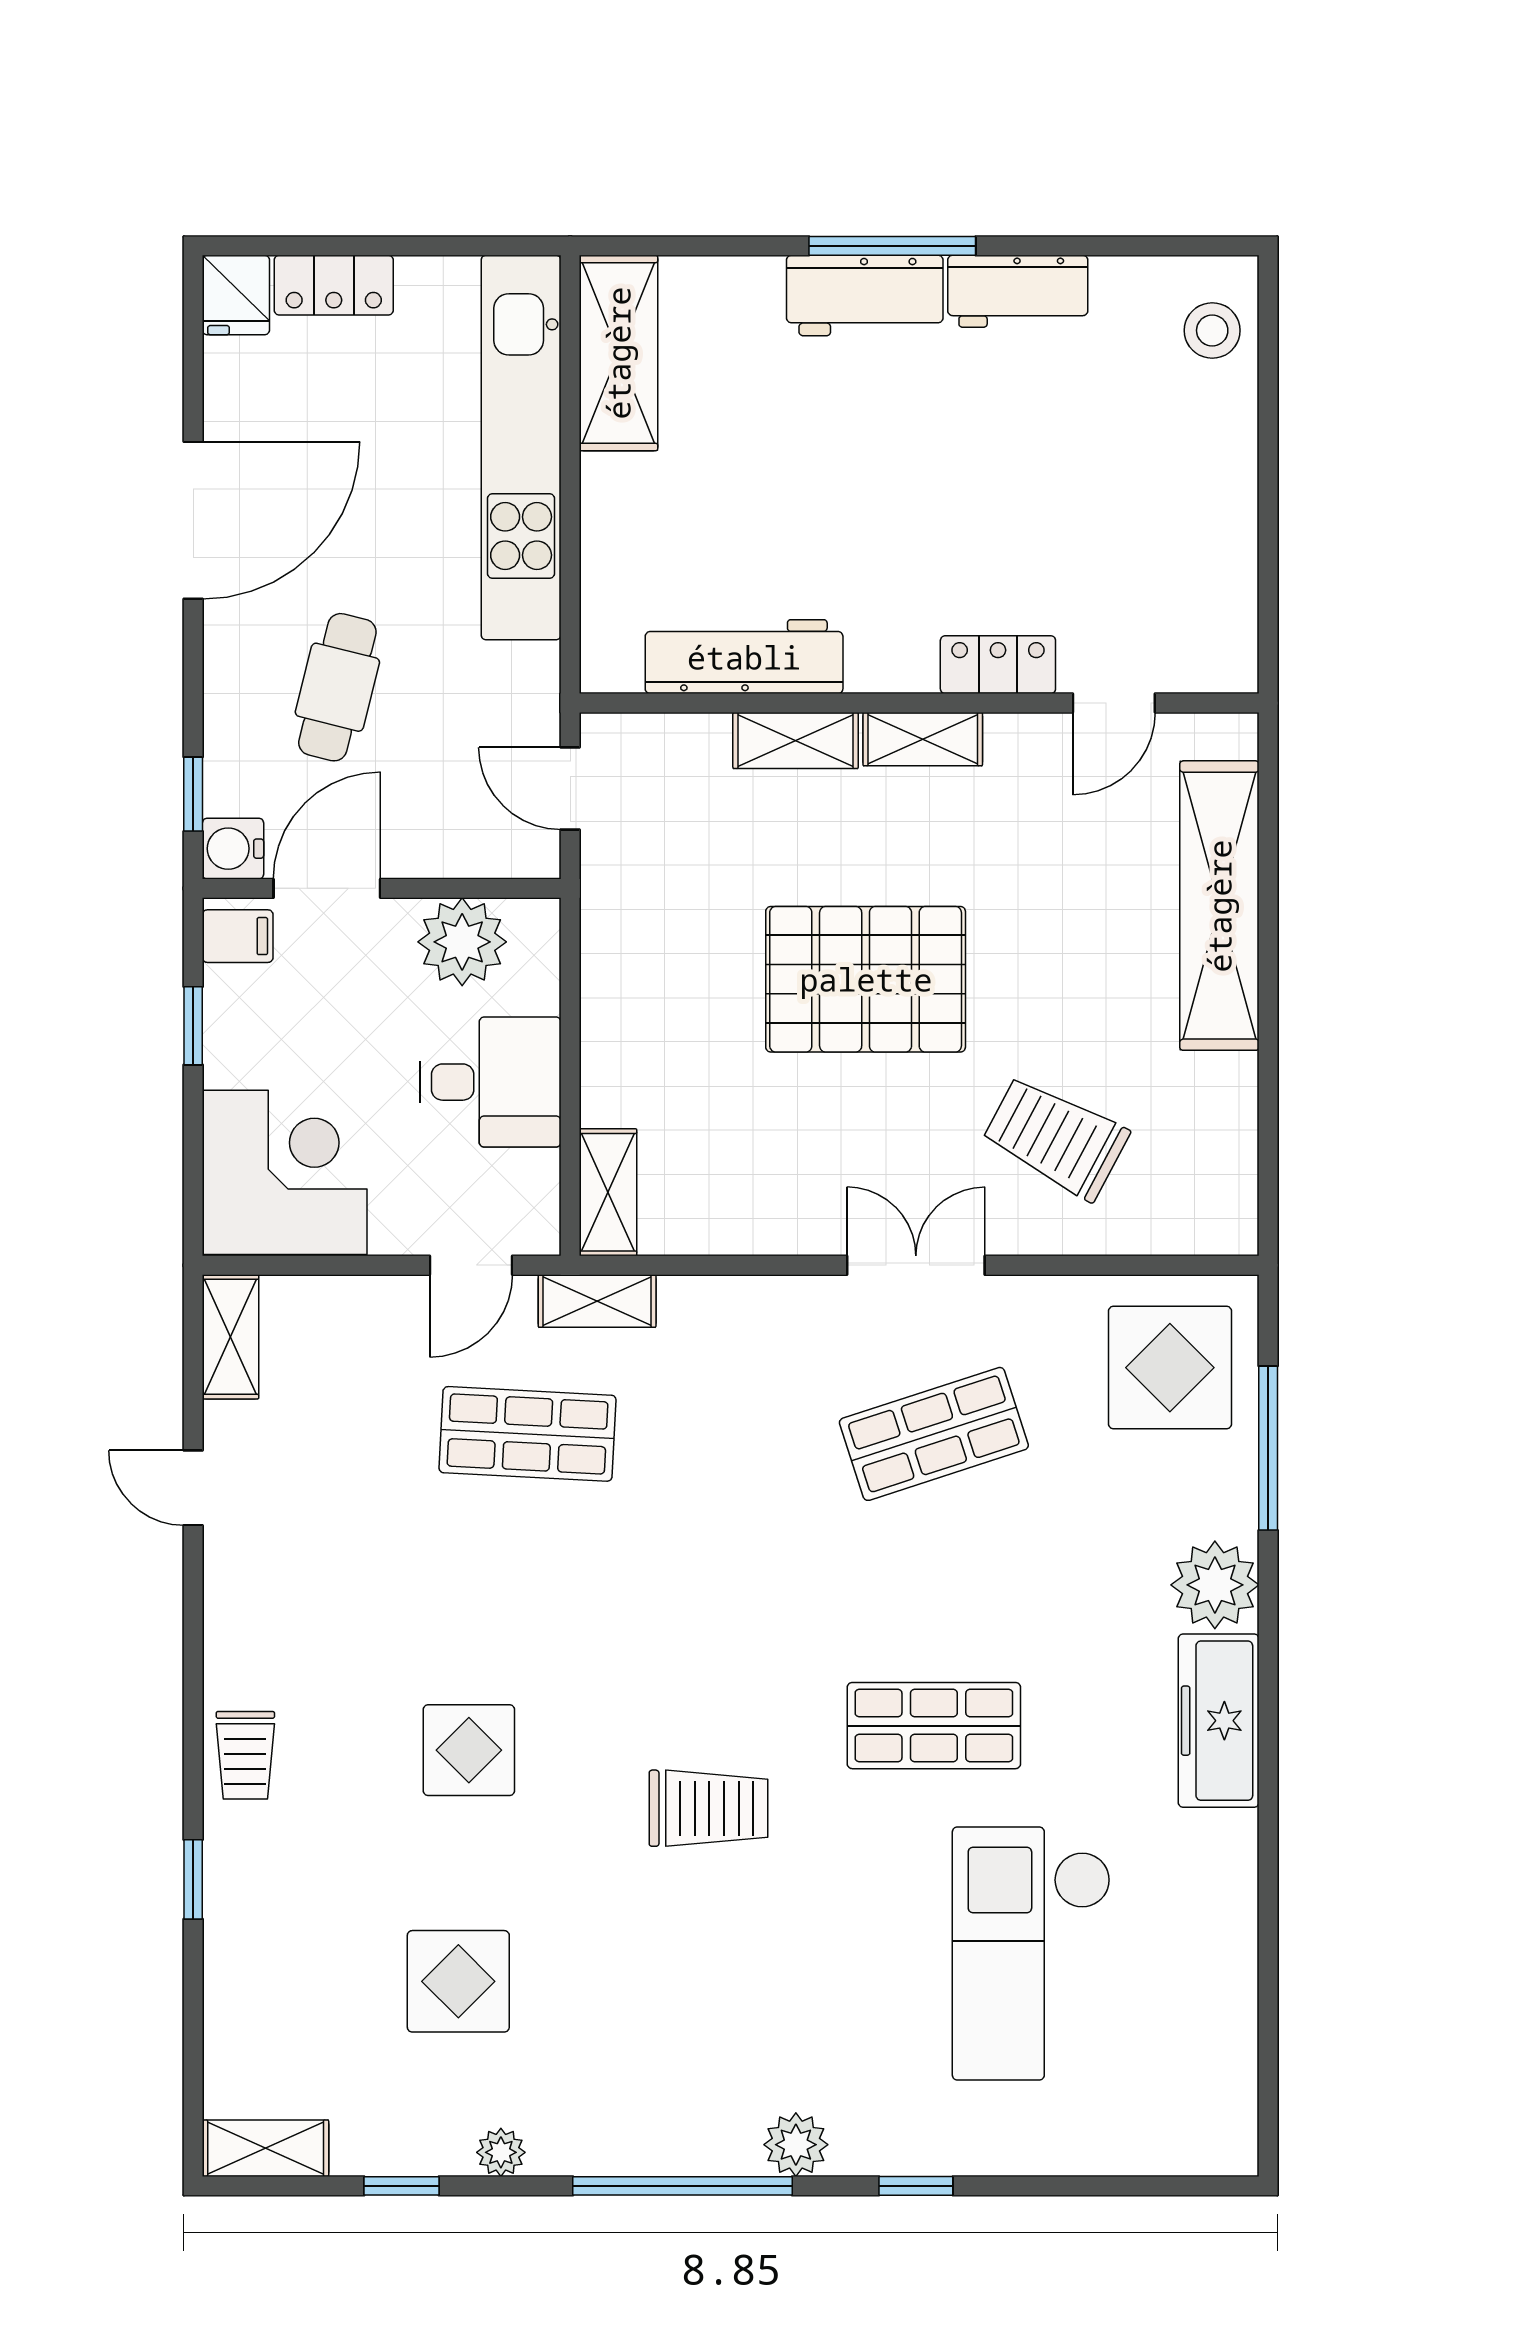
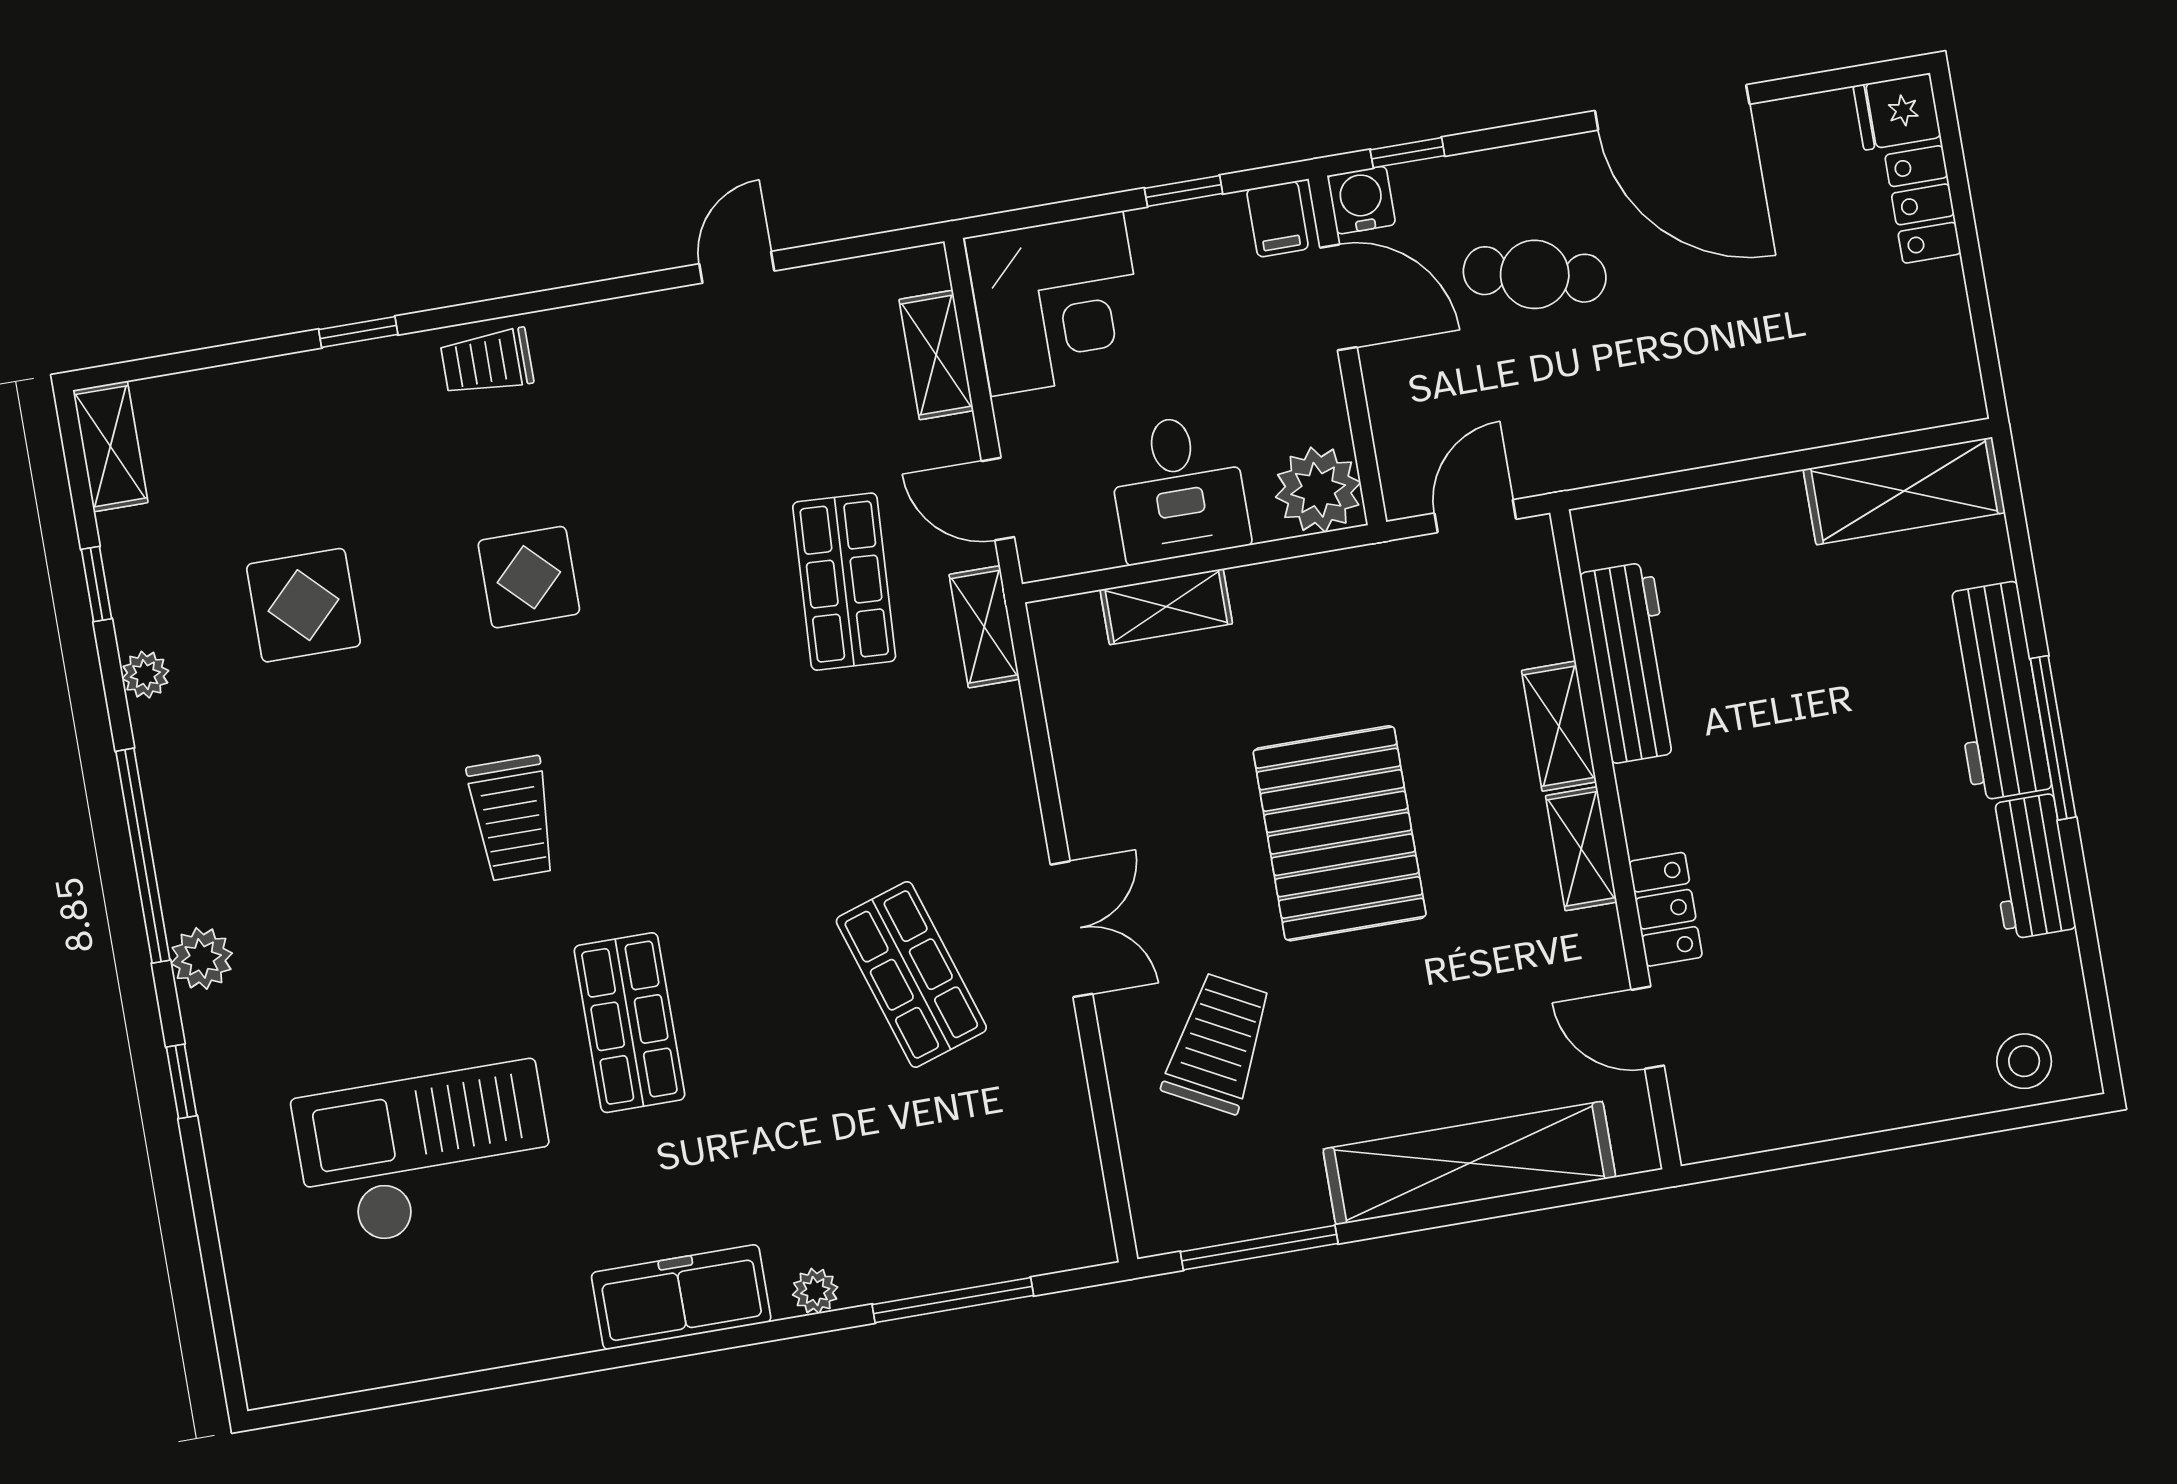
workbench: (865, 295) -> (1996, 691), width x1.38
kitchen unit: (521, 447) -> (1797, 412), removed
plant: (462, 942) -> (1318, 490), moved
window: (1268, 1131) -> (1259, 1248), added
shelving: (608, 1192) -> (1166, 607), moved
shelving: (231, 1337) -> (936, 355), moved, turned 90
display table: (1170, 1368) -> (1014, 1192), removed
plant: (1215, 1585) -> (815, 1291), width x0.53, depth x0.53

